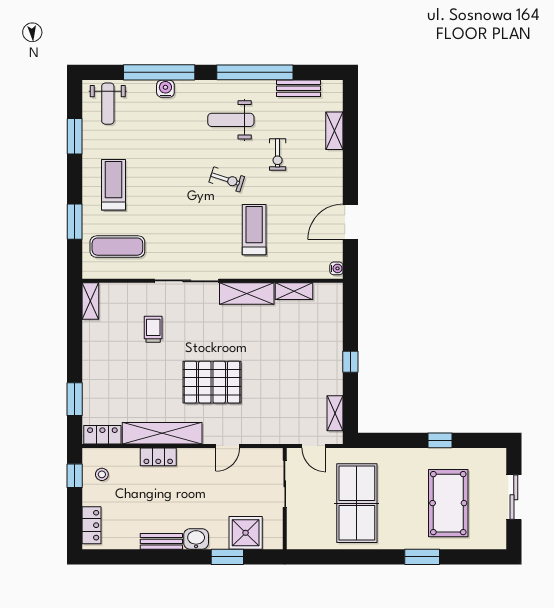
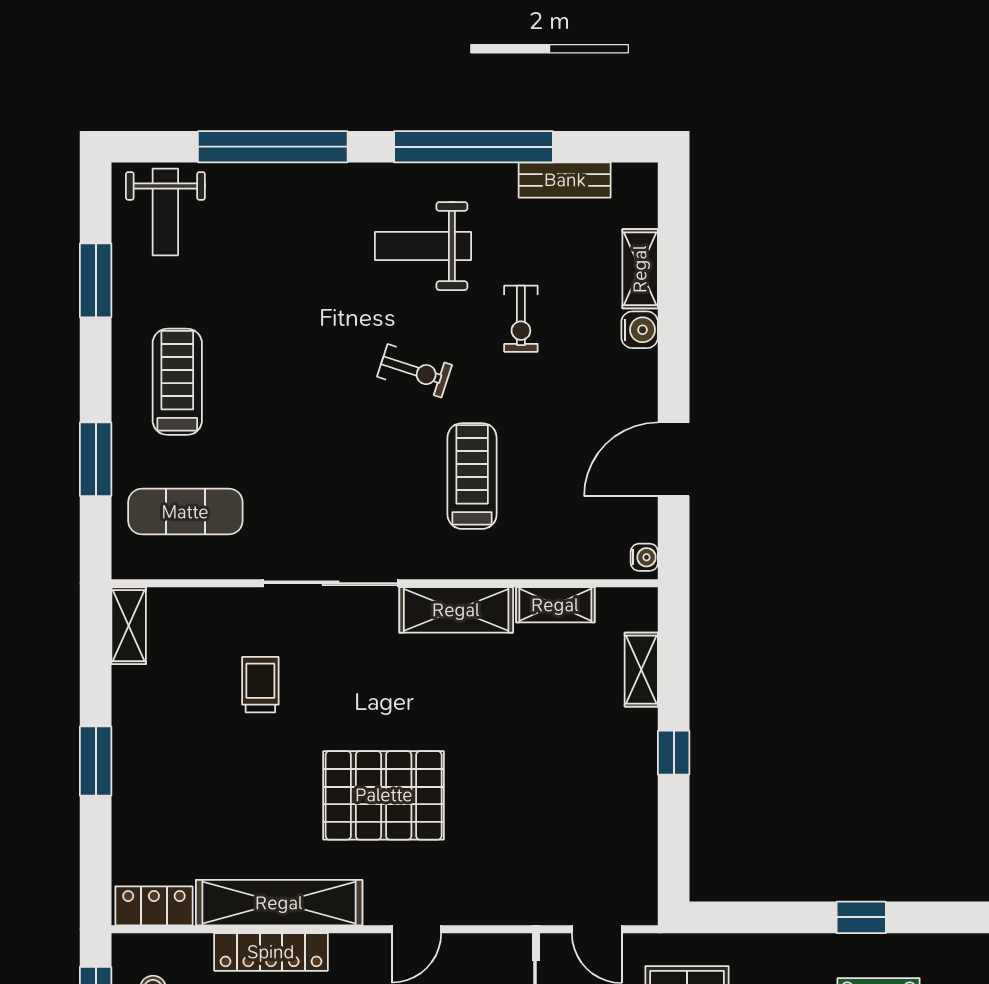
water cooler: (165, 89) -> (640, 330), moved, turned 90
window: (75, 399) -> (96, 761), moved
shelving: (335, 413) -> (641, 670), moved
locker: (158, 457) -> (271, 952), width x1.53

